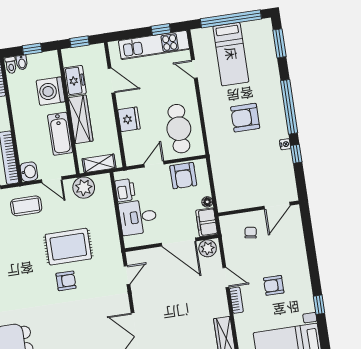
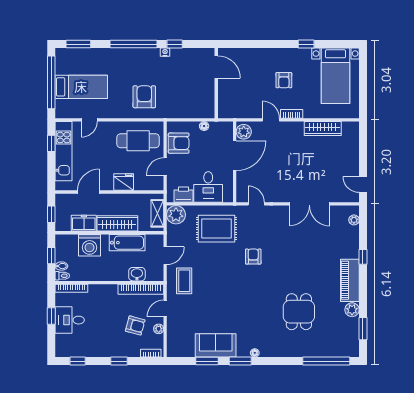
armchair: (245, 118) -> (144, 97), moved, turned 180
door: (154, 164) -> (165, 167), hinge flipped
washbasin: (29, 172) -> (137, 274), moved
plant: (84, 188) -> (176, 215), moved
filing cabinet: (207, 222) -> (221, 129), removed
chair: (251, 233) -> (236, 93), removed
rug: (68, 247) -> (216, 229), moved, turned 90
door: (226, 277) -> (271, 120), hinge flipped

